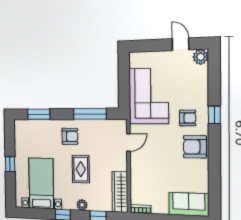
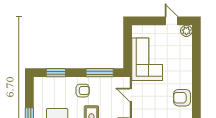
window: (214, 115) -> (196, 74), removed
armchair: (188, 118) -> (177, 76), removed
door: (128, 142) -> (131, 95), swing flipped

